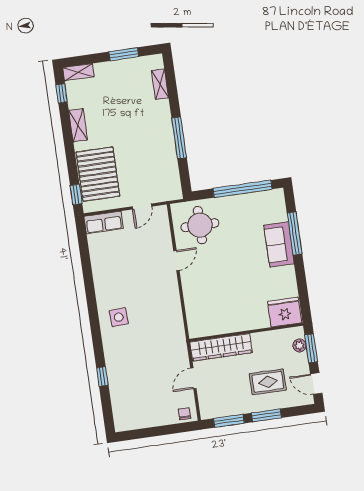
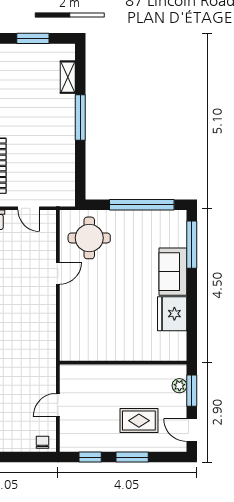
window: (179, 138) -> (80, 117), moved
door: (142, 206) -> (29, 208), hinge flipped
window: (295, 233) -> (192, 245), moved
fridge: (285, 312) -> (172, 314), moved, turned -90
wardrobe: (221, 347) -> (93, 375), removed
window: (229, 421) -> (90, 457), width x0.67

